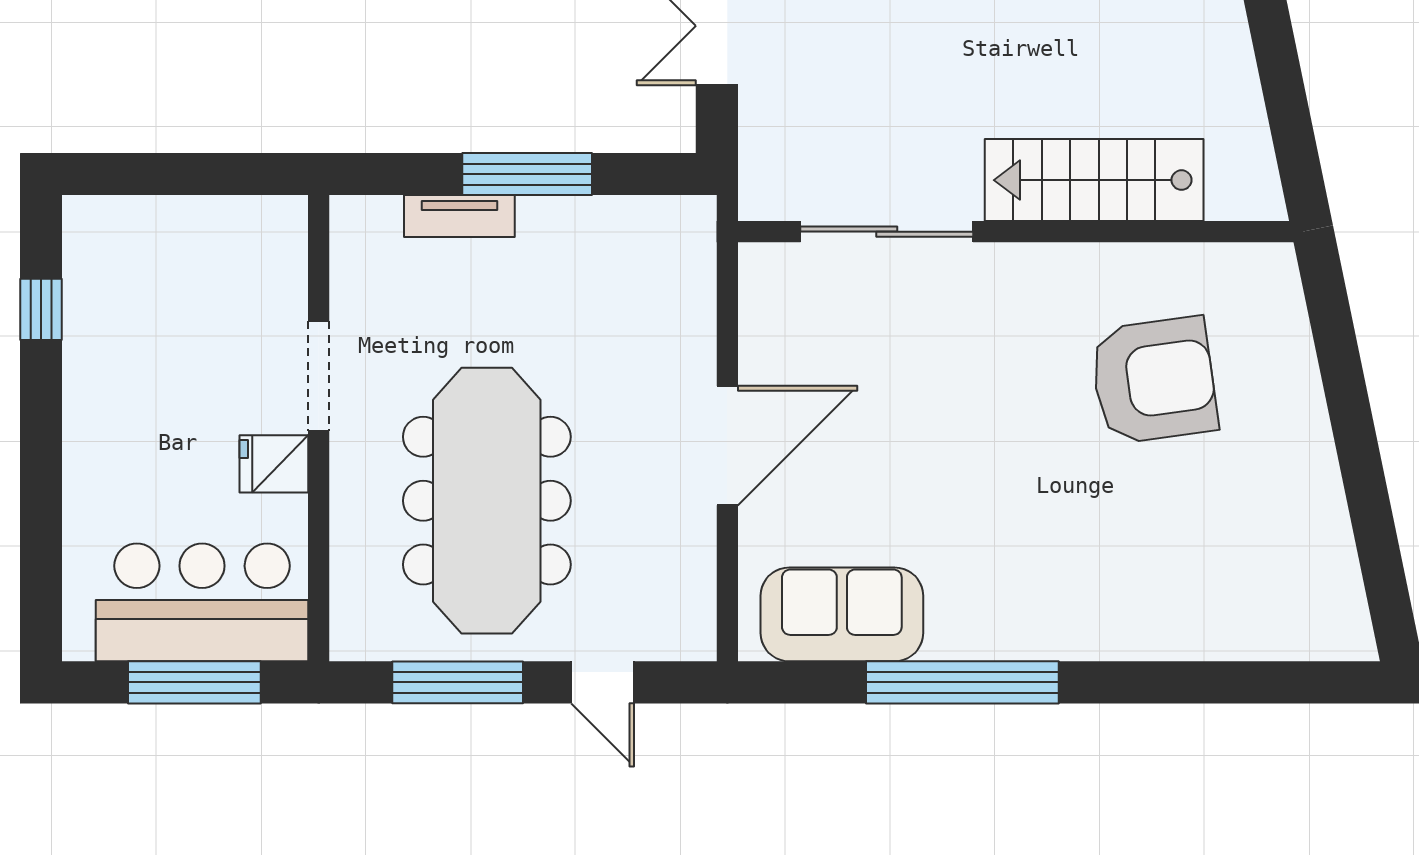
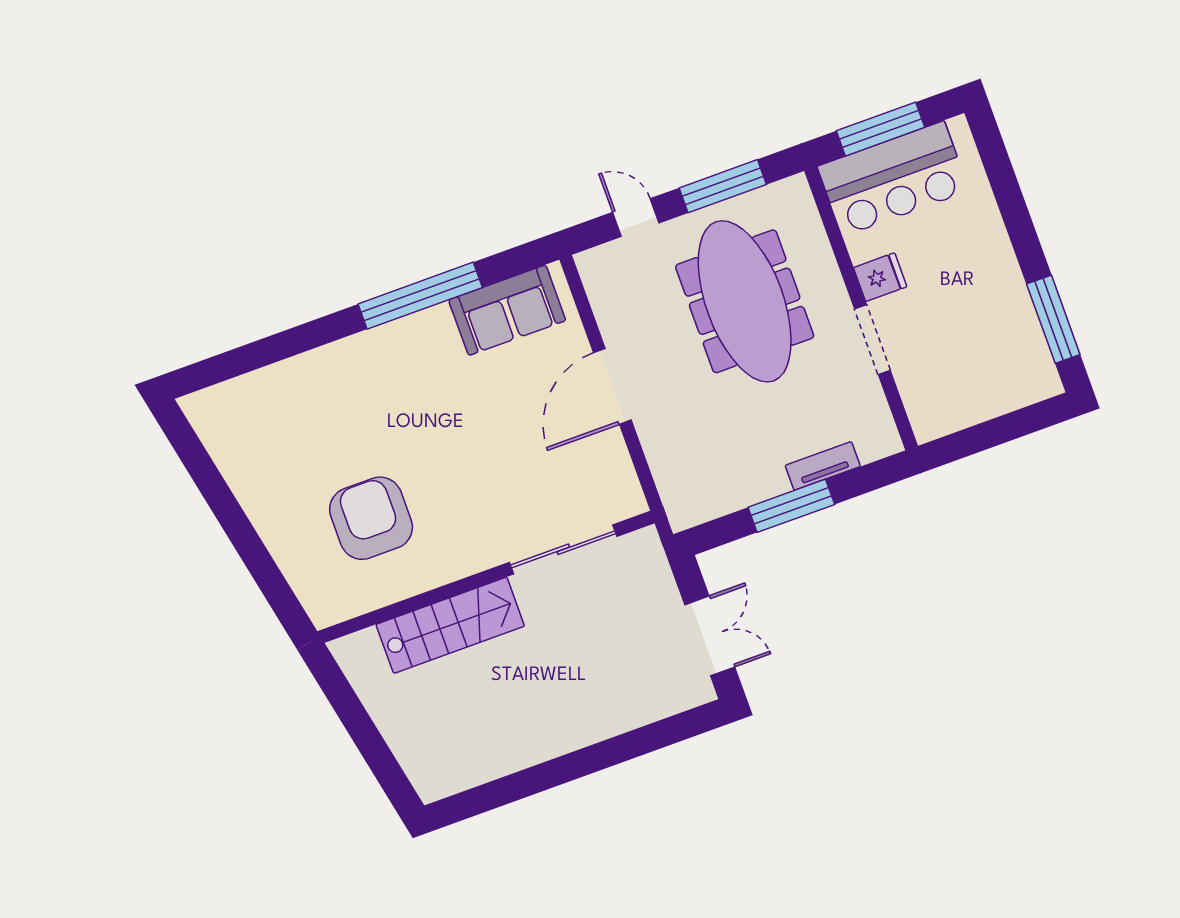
window: (41, 309) -> (1053, 319), width x2.17
armchair: (1154, 380) -> (371, 518), turned 98

